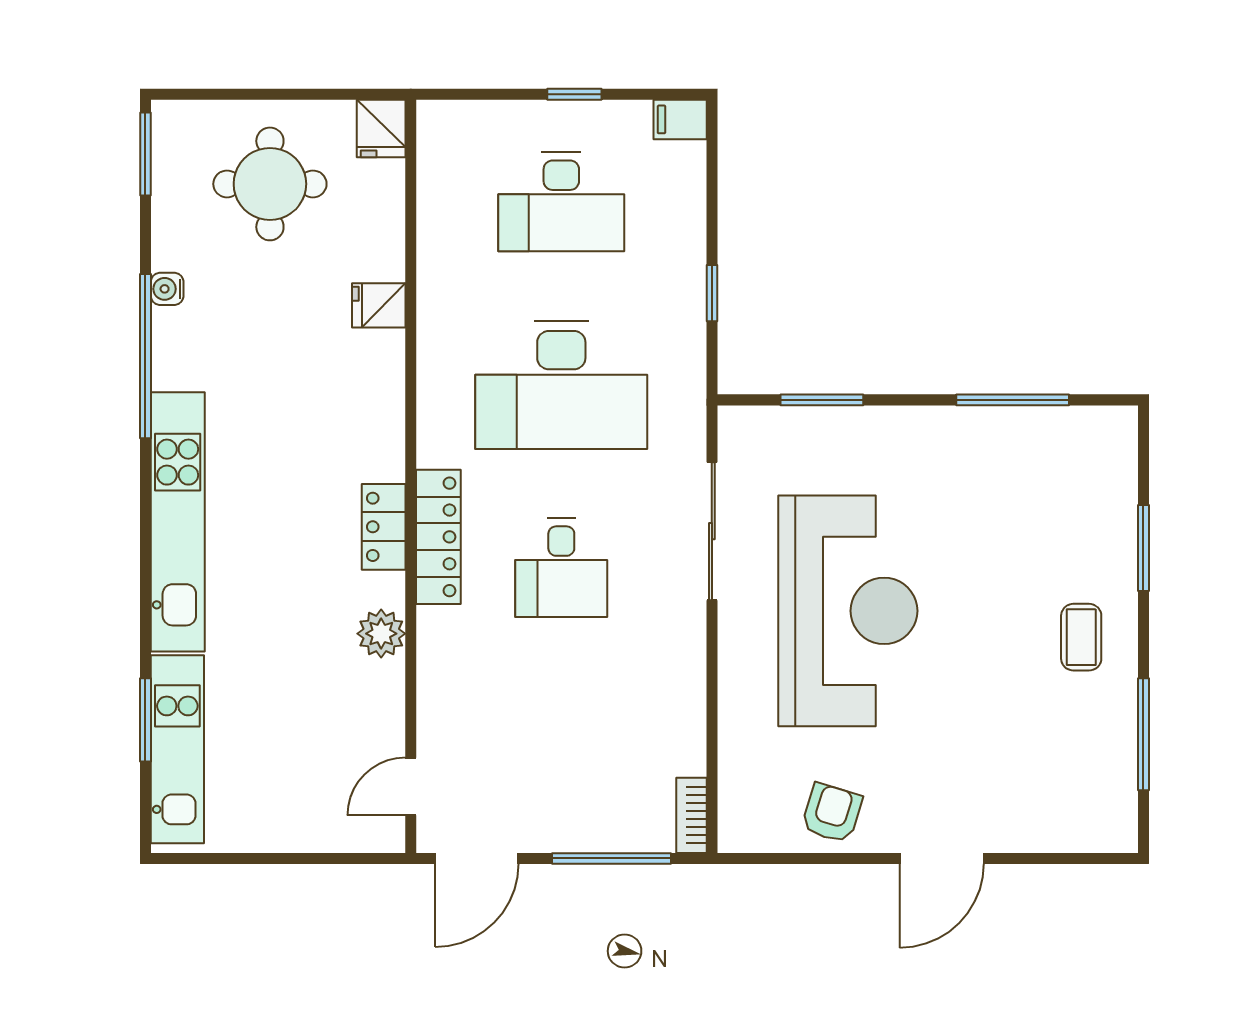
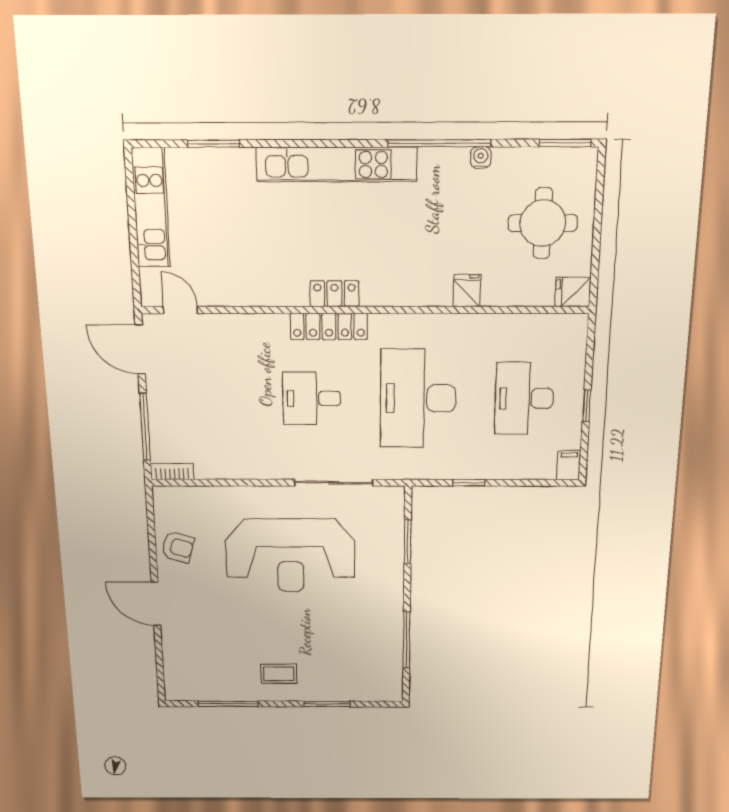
plant: (381, 634) -> (271, 292), removed
kitchen unit: (177, 749) -> (151, 208), moved, turned -90

